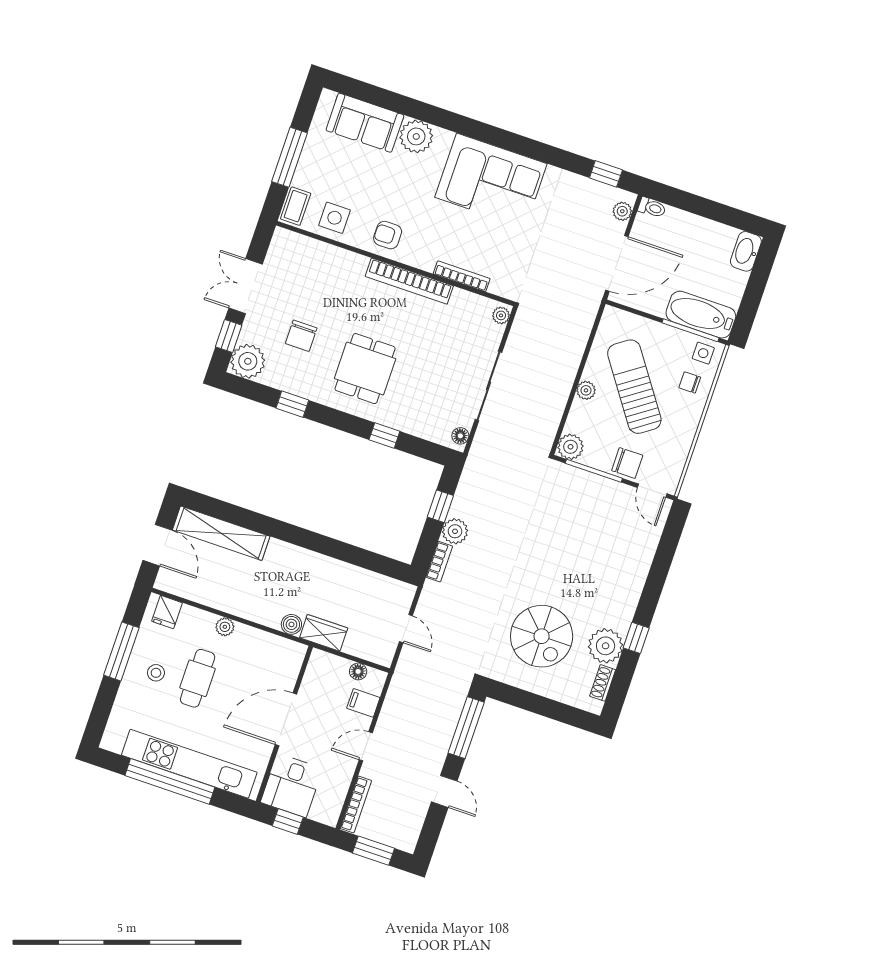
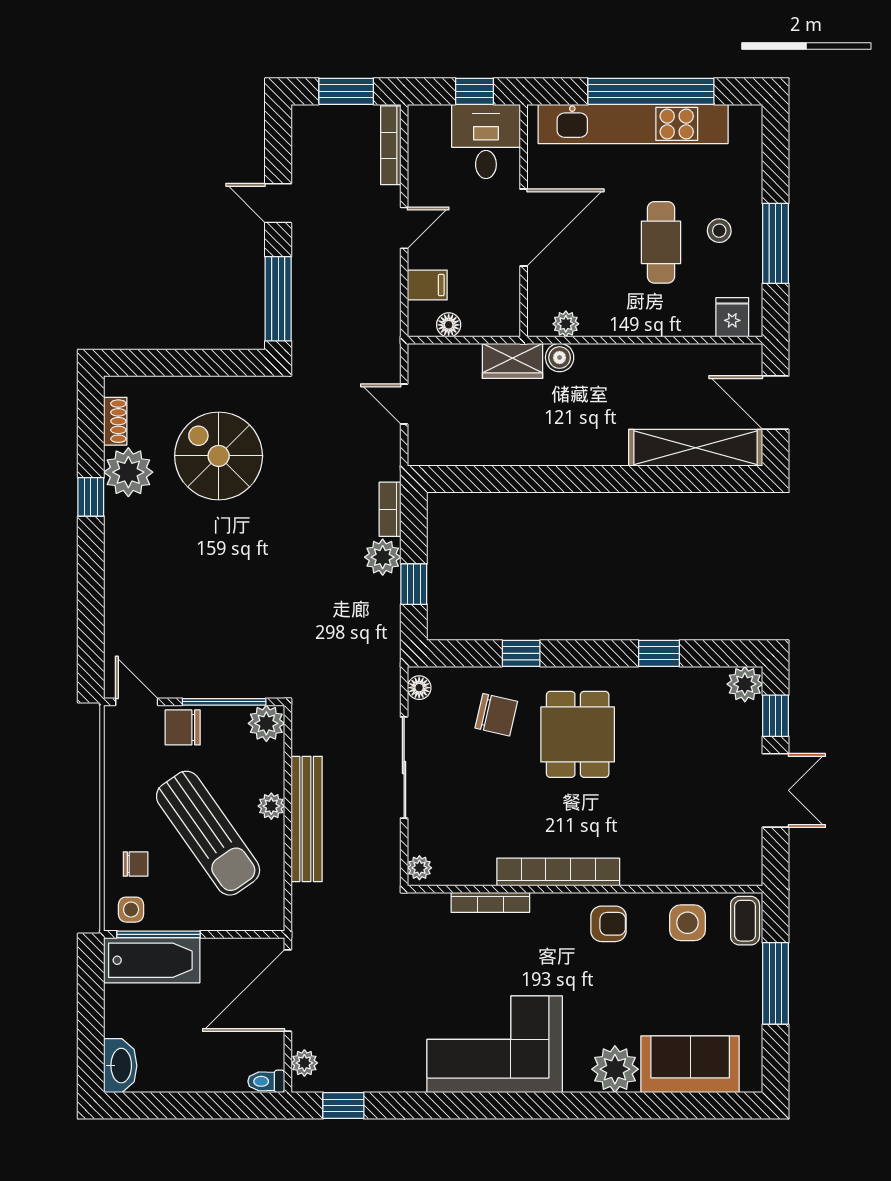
chair: (301, 336) -> (496, 715), moved, turned 103
plant: (248, 361) -> (745, 684), width x0.73, depth x0.73
bench: (565, 374) -> (307, 819), added
plant: (225, 627) -> (566, 324), moved

